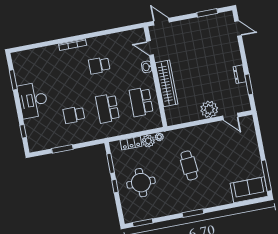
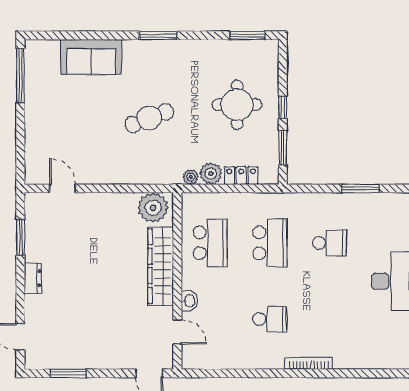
dresser: (240, 74) -> (33, 278), moved
plant: (209, 109) -> (153, 208), moved
cafe table: (189, 165) -> (149, 118), turned 74
sofa: (249, 190) -> (91, 57), moved

